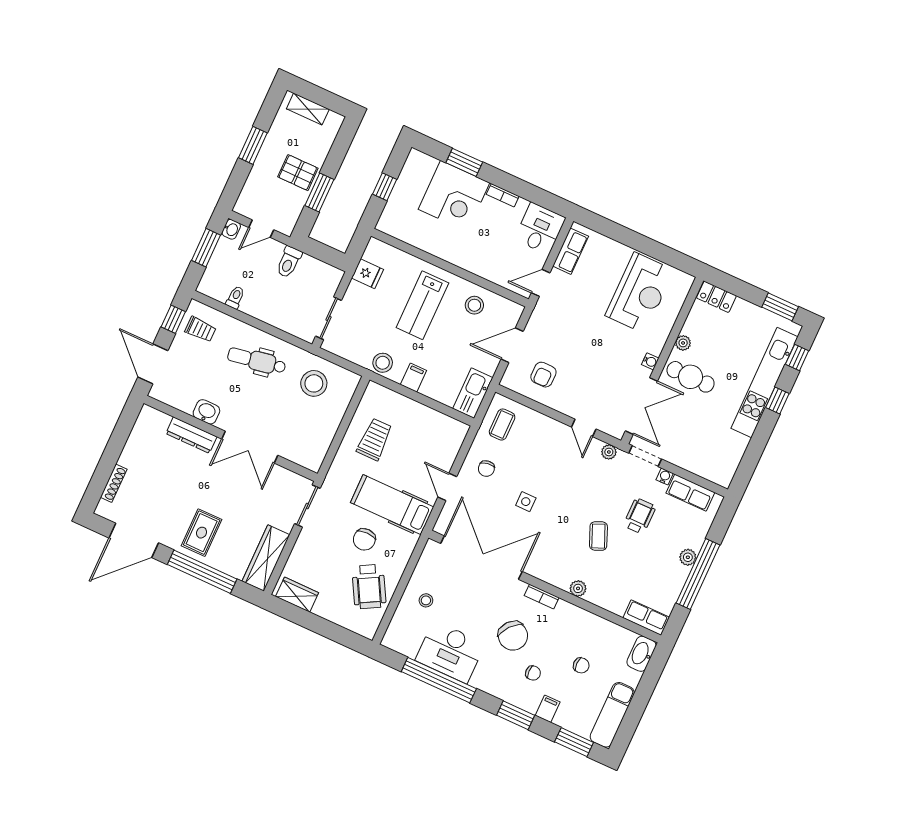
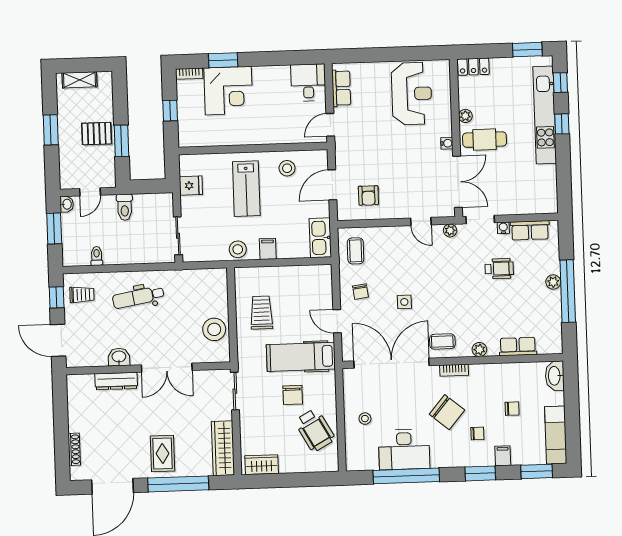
bookcase: (503, 195) -> (189, 74), moved
stool: (314, 383) -> (214, 329), moved
wheelchair: (640, 516) -> (499, 269), turned 90
coffee table: (598, 536) -> (442, 341), moved, turned -67
row of seats: (646, 618) -> (518, 347), moved

